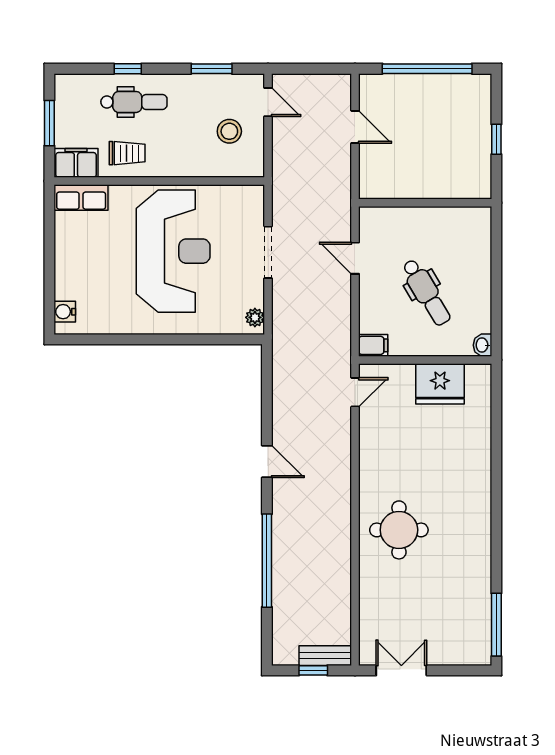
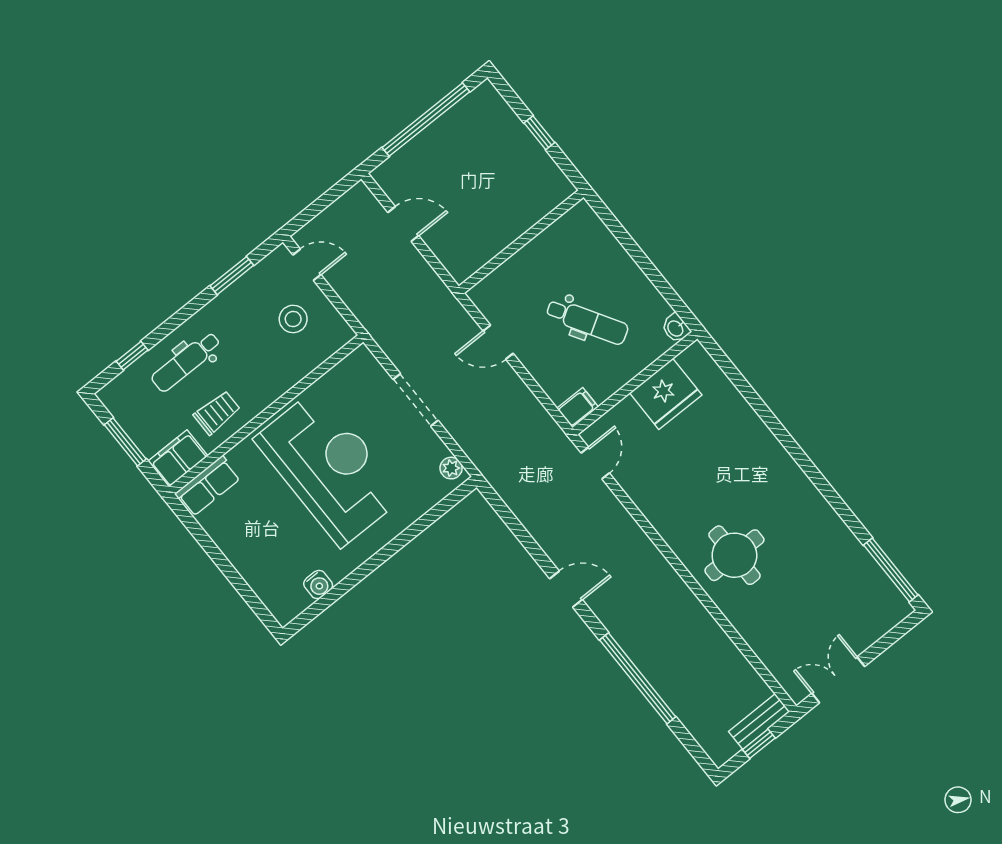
window: (128, 69) -> (132, 356), moved
dental chair: (134, 102) -> (186, 362), turned 180
water cooler: (65, 312) -> (318, 585), moved, turned -90

